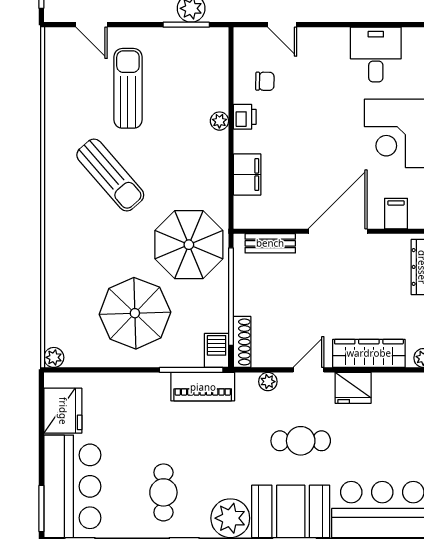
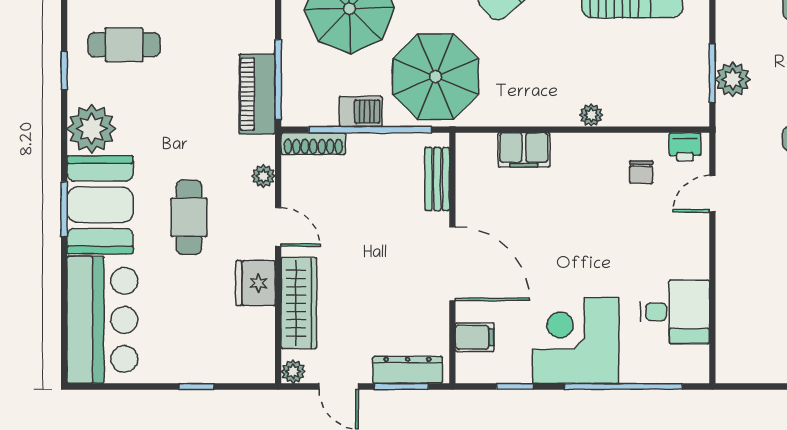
printer: (245, 117) -> (685, 147), moved
barbecue: (217, 350) -> (361, 111), moved

